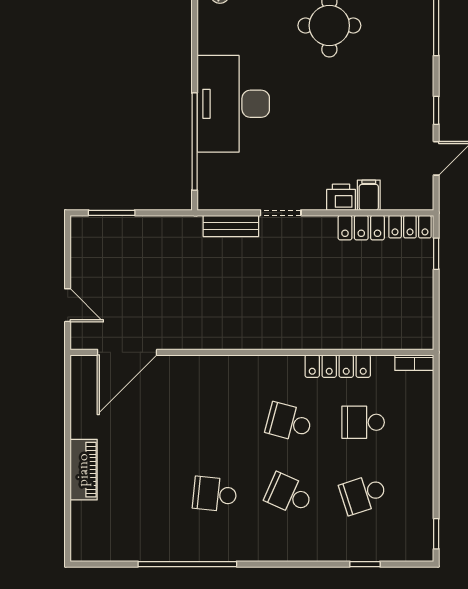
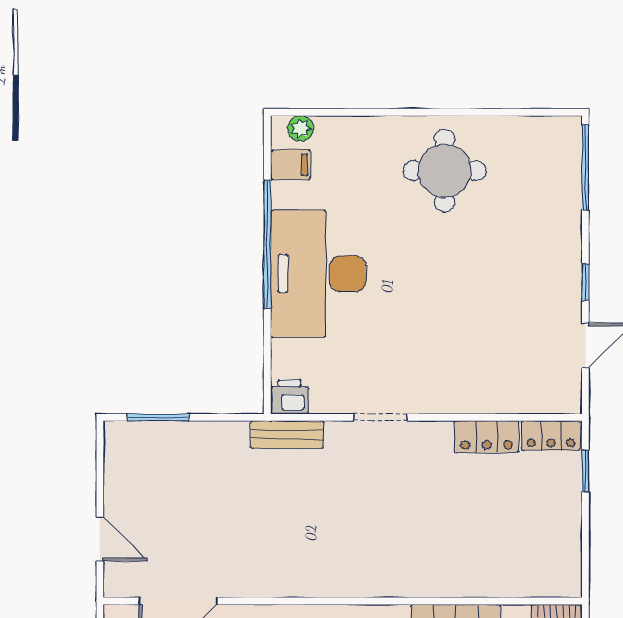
window: (195, 141) -> (267, 244), moved
filing cabinet: (369, 195) -> (290, 165), moved, turned 90
printer: (341, 197) -> (289, 397), moved
bench: (231, 226) -> (287, 435), moved

